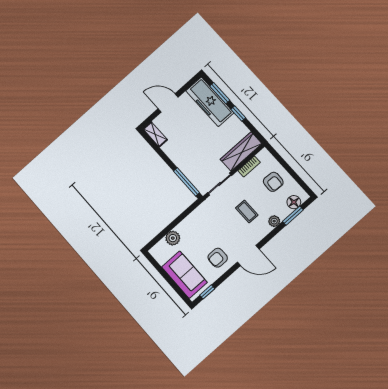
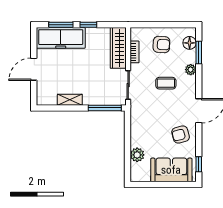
shelving: (155, 134) -> (70, 100), moved
armchair: (218, 258) -> (181, 135), turned 75

